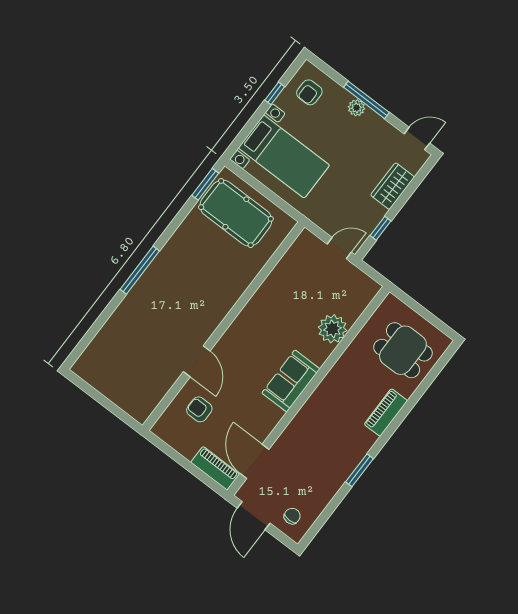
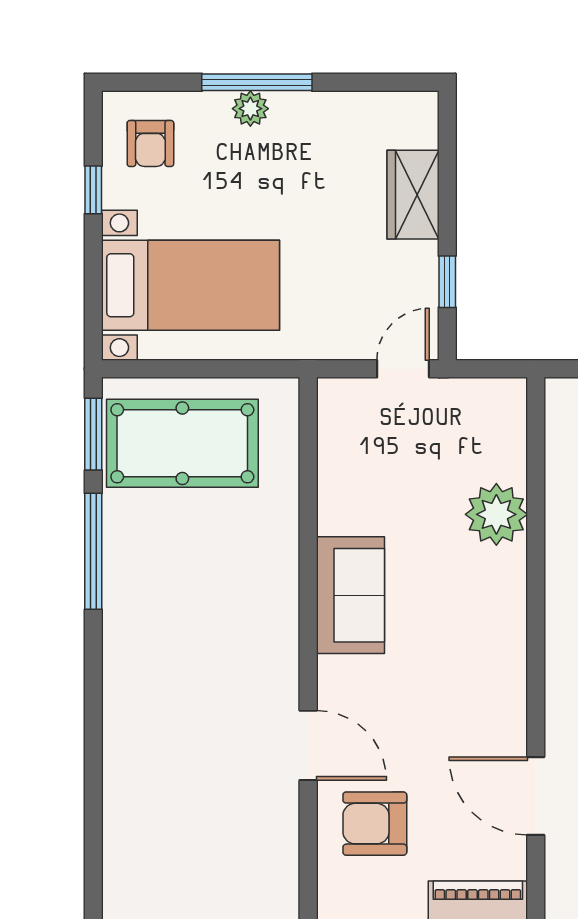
door: (417, 138) -> (393, 82), removed
window: (140, 270) -> (93, 551), moved
sofa: (291, 381) -> (350, 595), moved, turned 180
armchair: (199, 409) -> (375, 824), width x1.38, depth x1.38
door: (254, 461) -> (536, 796), moved

